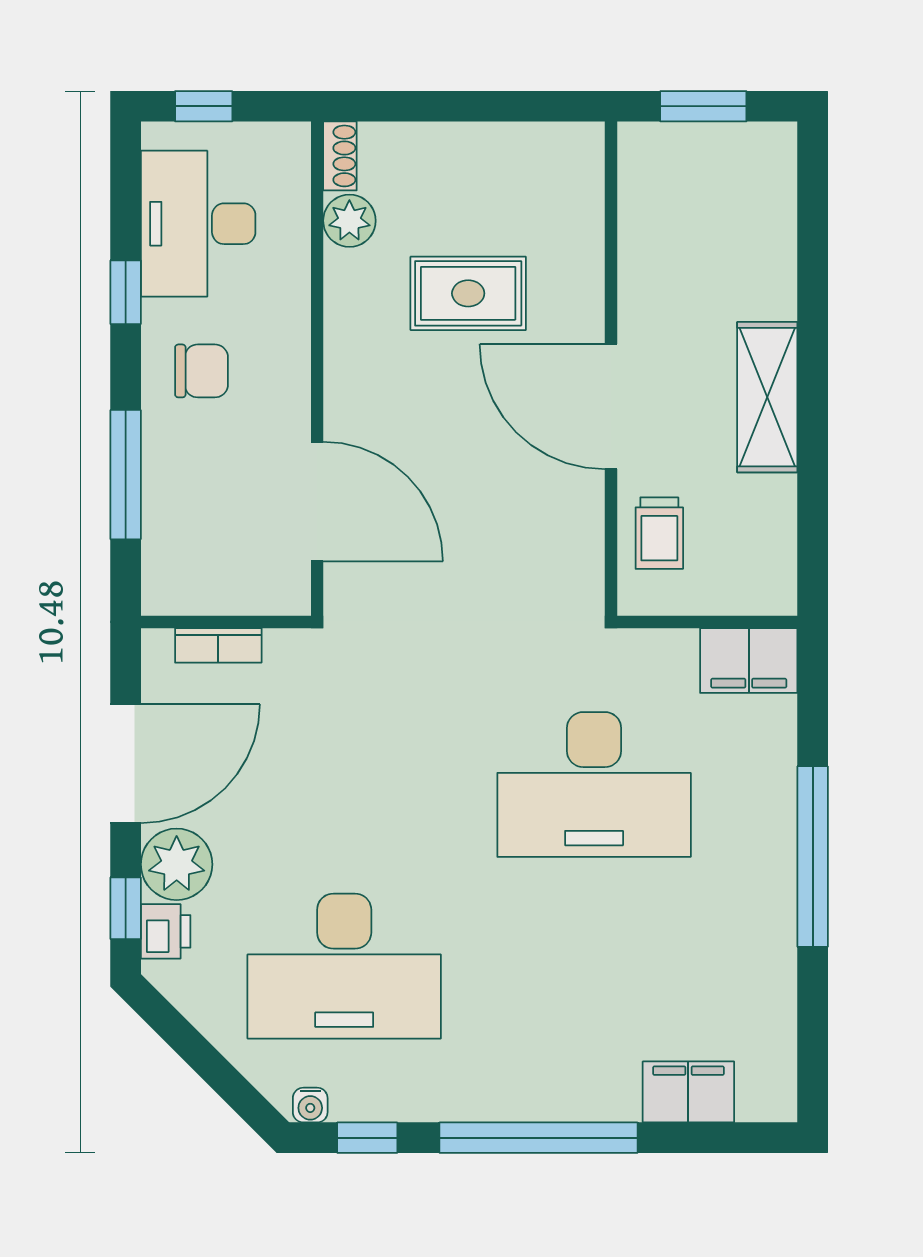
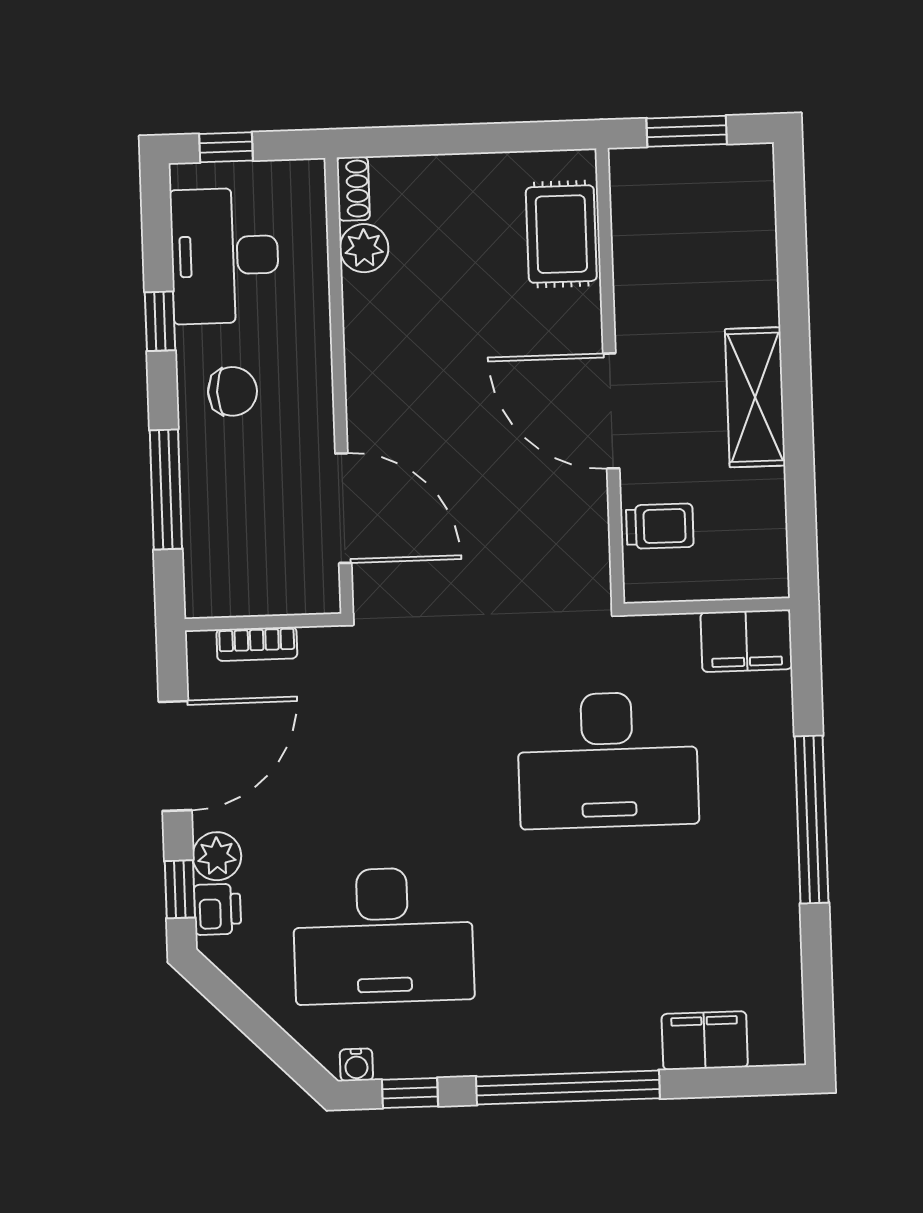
rug: (468, 293) -> (561, 234), moved, turned 90
trolley: (659, 533) -> (660, 526), turned -90
plant: (177, 864) -> (217, 856), width x0.73, depth x0.73

